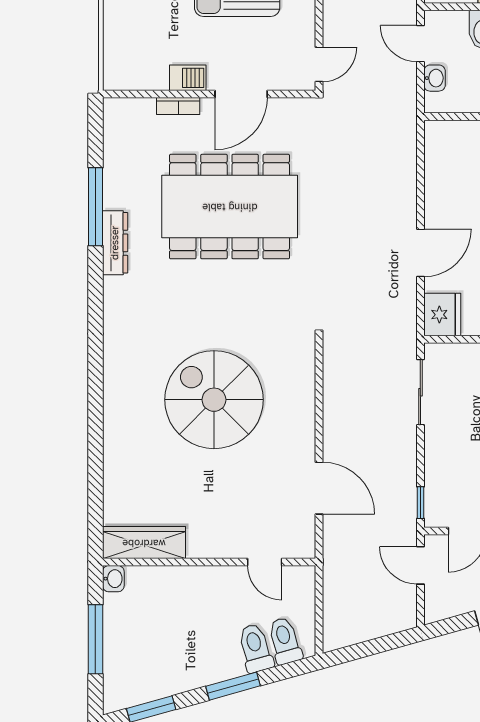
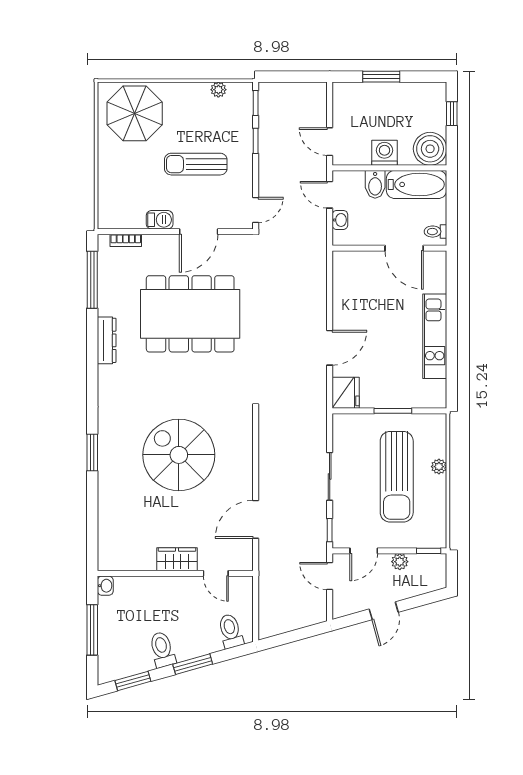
bookcase: (178, 106) -> (126, 240), moved
window: (95, 207) -> (92, 280), moved
sliding door: (420, 392) -> (330, 476), moved
window: (95, 396) -> (92, 452), added
door: (319, 488) -> (256, 519), swing flipped
wardrobe: (144, 543) -> (177, 559), moved, width x0.67
toilet: (255, 648) -> (162, 650), moved

